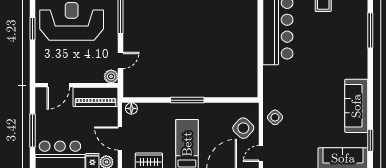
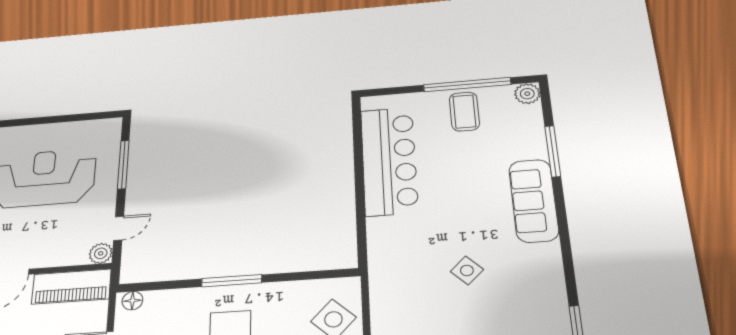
sofa: (356, 106) -> (534, 200), moved
side table: (275, 117) -> (467, 270), moved

